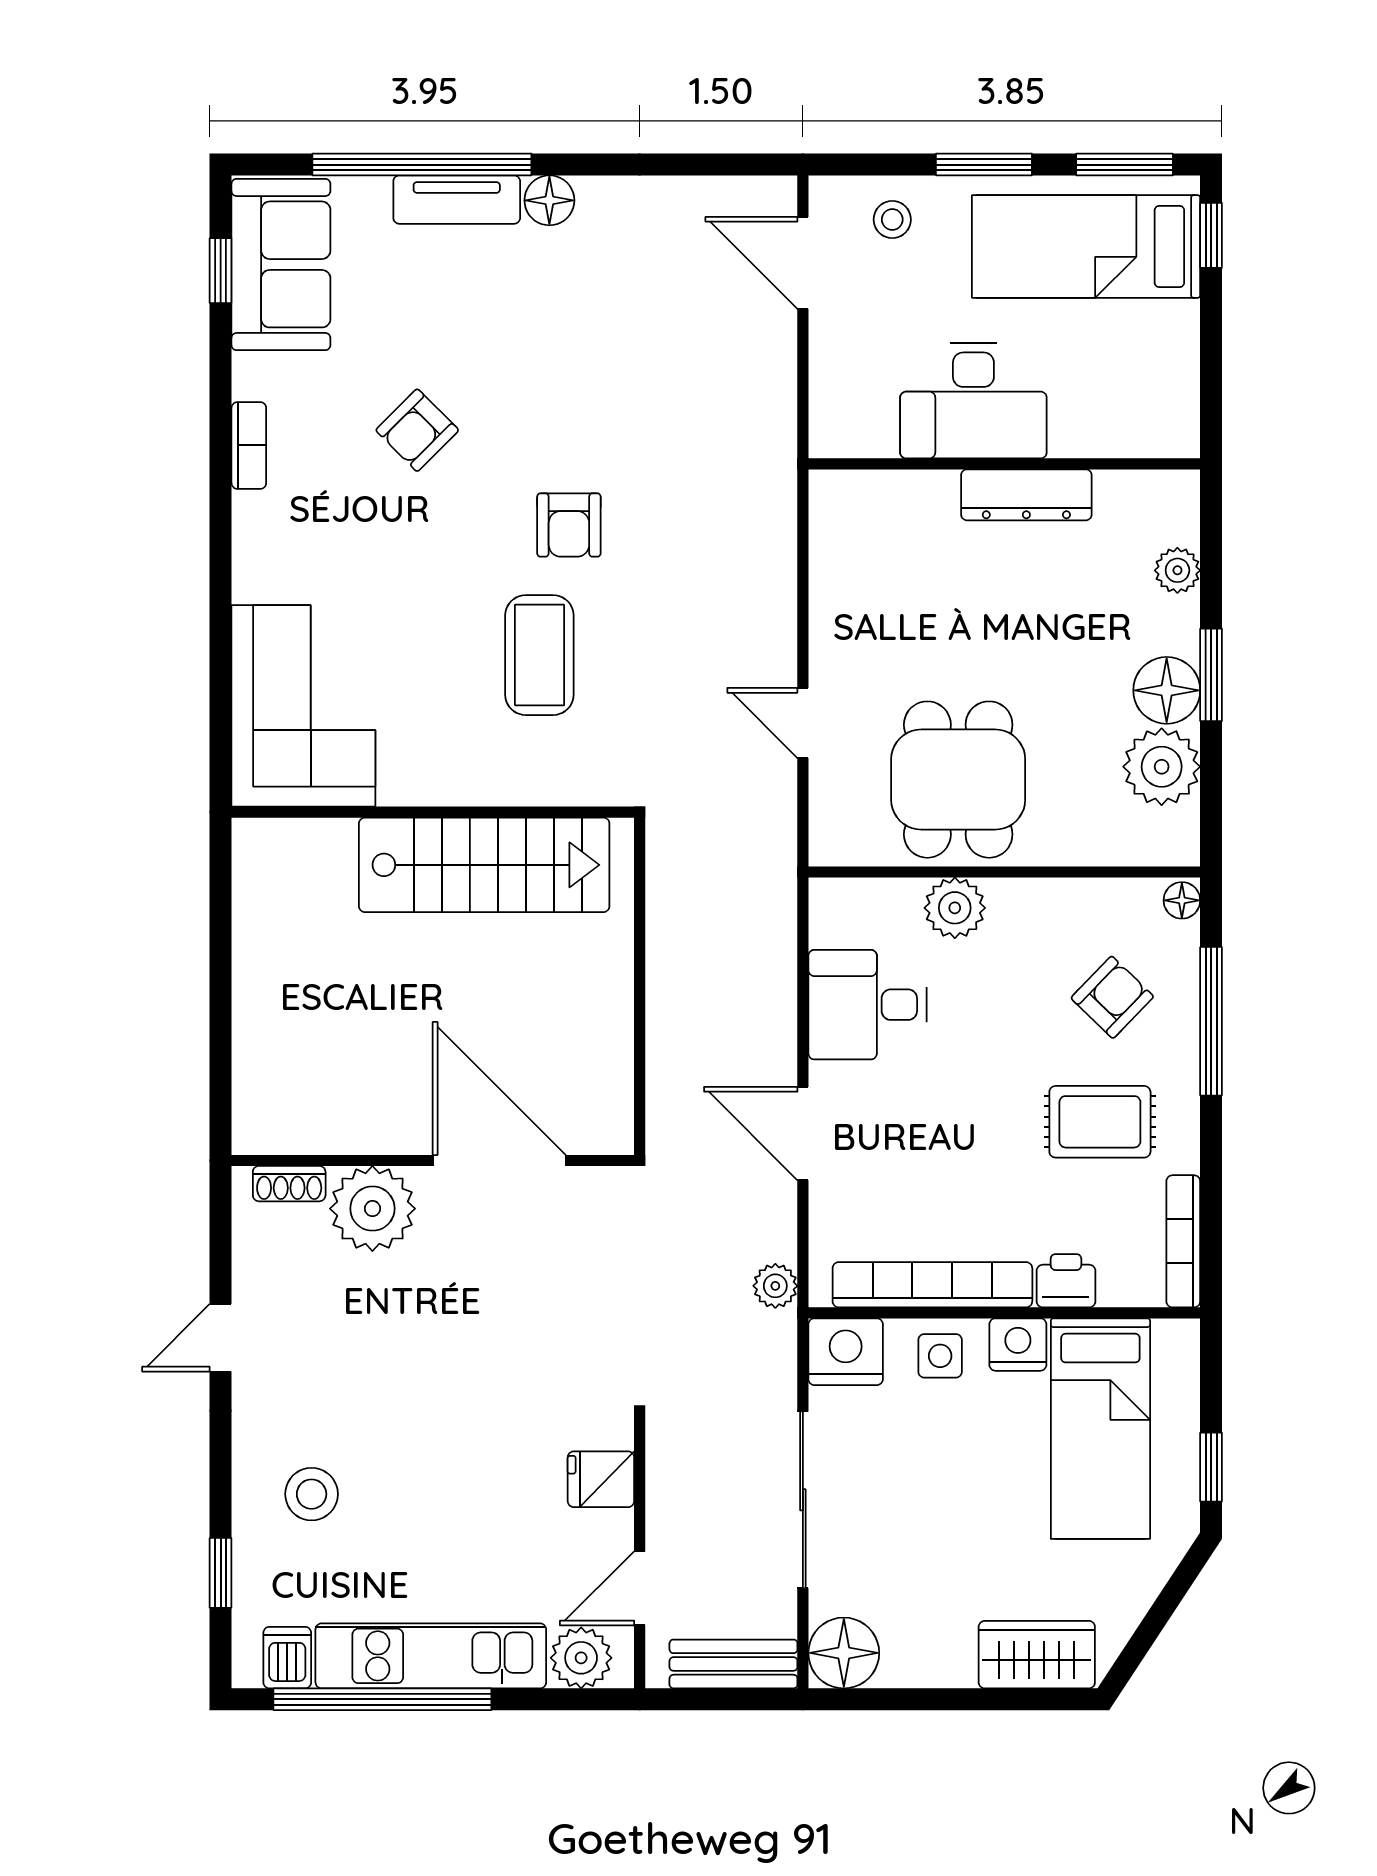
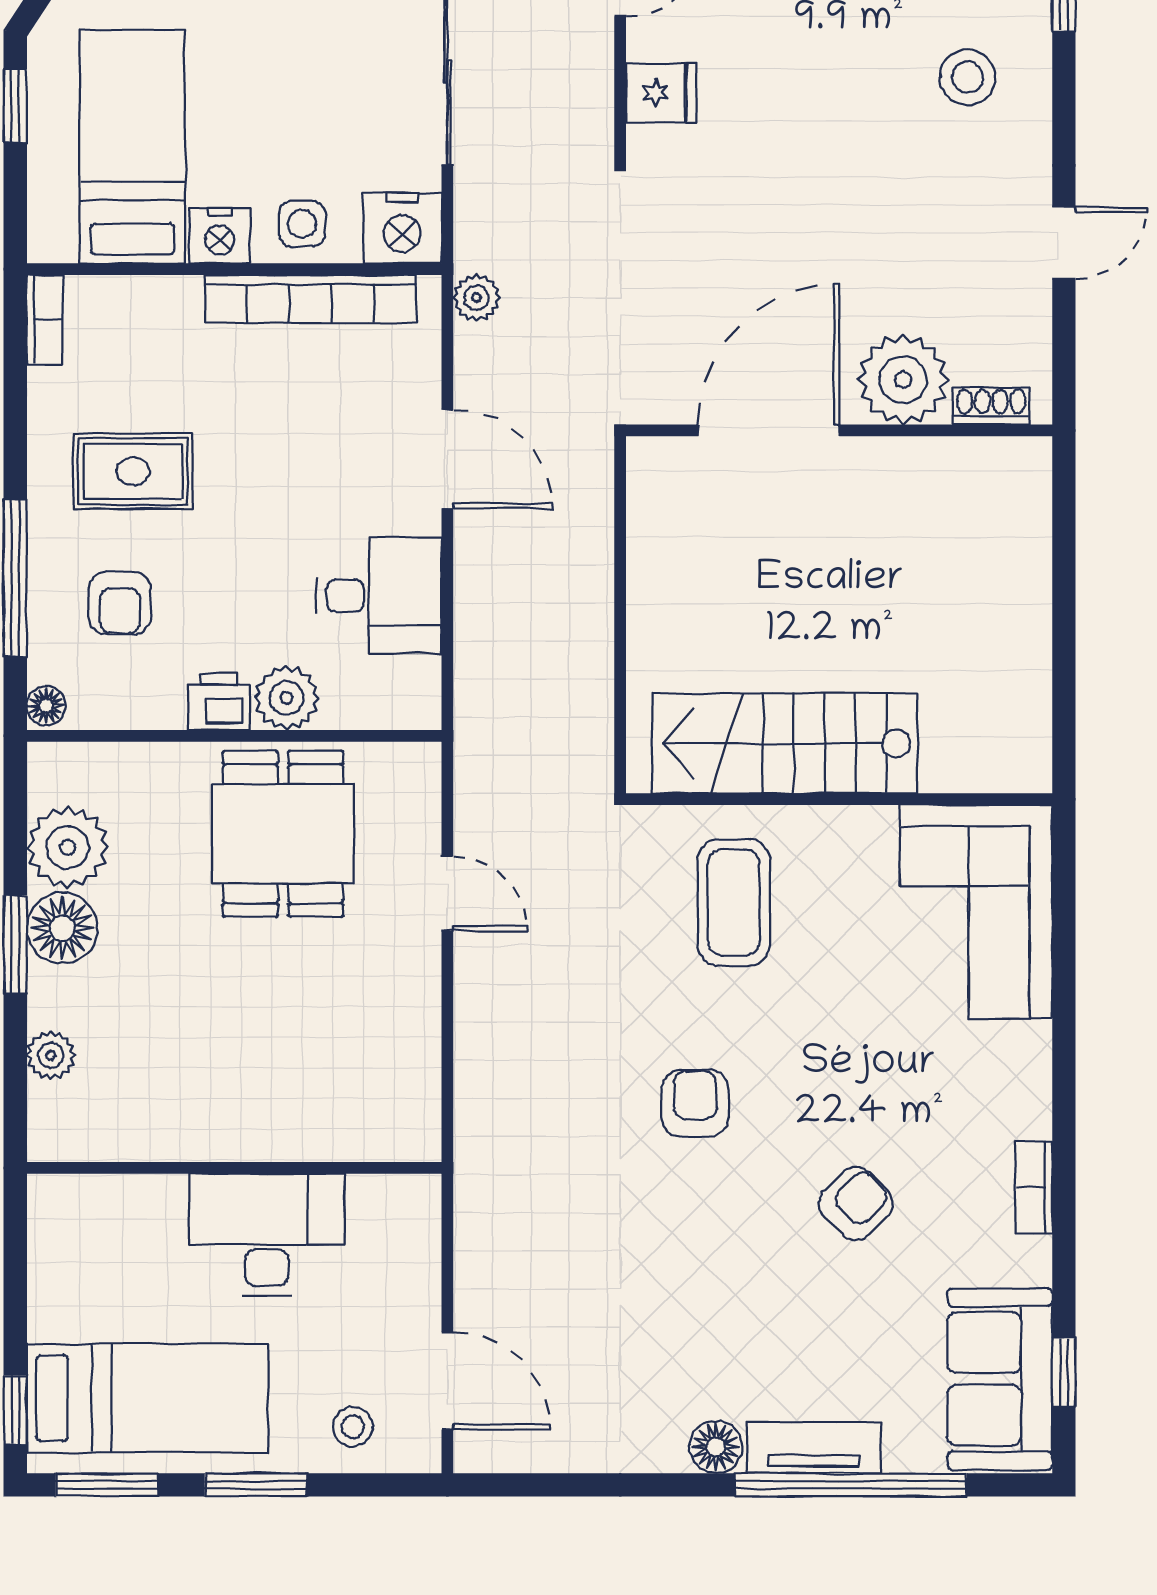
dresser: (1026, 495) -> (211, 1135), removed
coffee table: (539, 655) -> (734, 902), moved
armchair: (1112, 997) -> (120, 603), turned -44
door: (499, 1160) -> (769, 430), swing flipped
bookcase: (1183, 1241) -> (45, 320), width x0.64
printer: (1066, 1281) -> (219, 702), moved, turned 180

